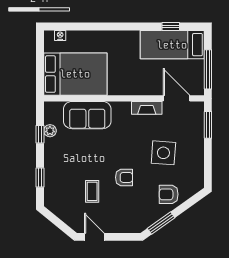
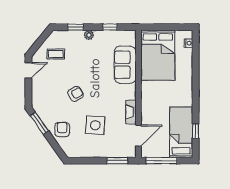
plant: (50, 131) -> (89, 35), moved
armchair: (124, 177) -> (76, 94), turned -121
coffee table: (92, 191) -> (56, 54), moved

